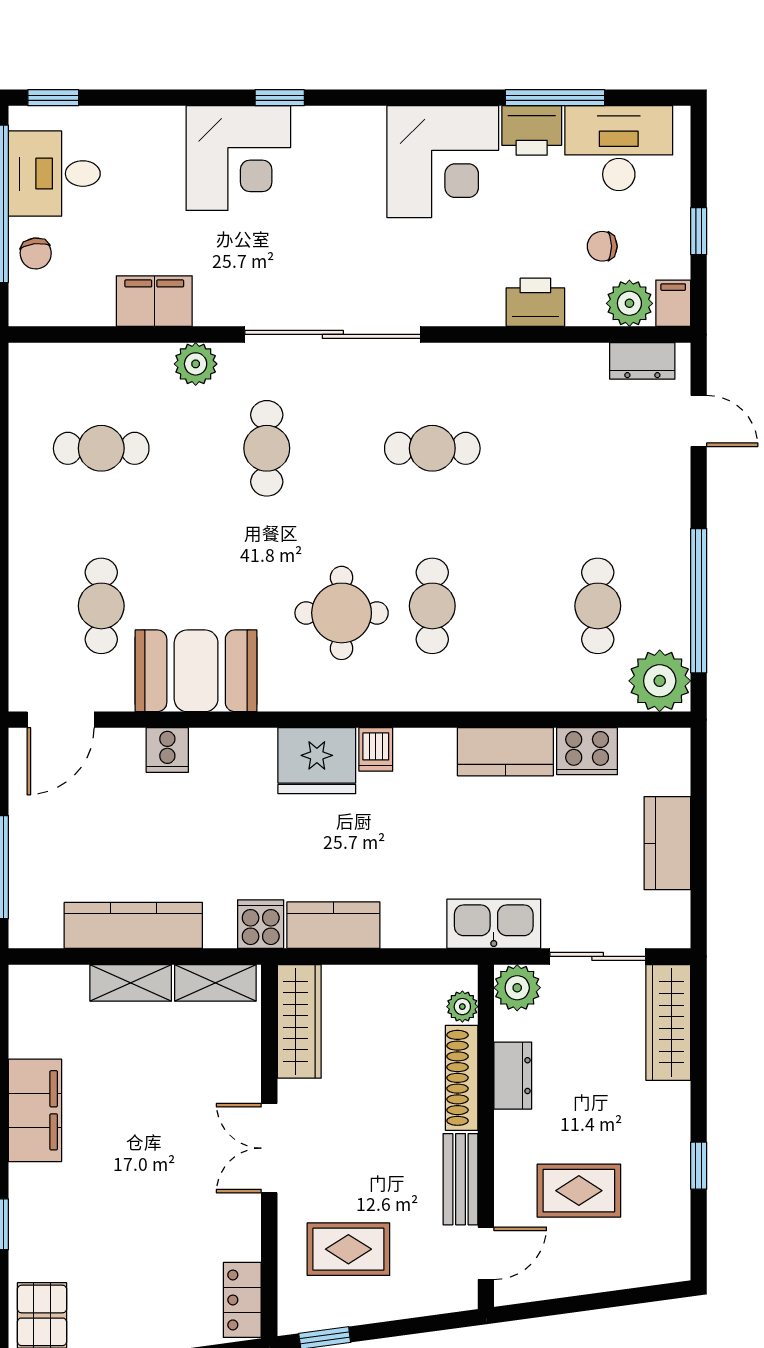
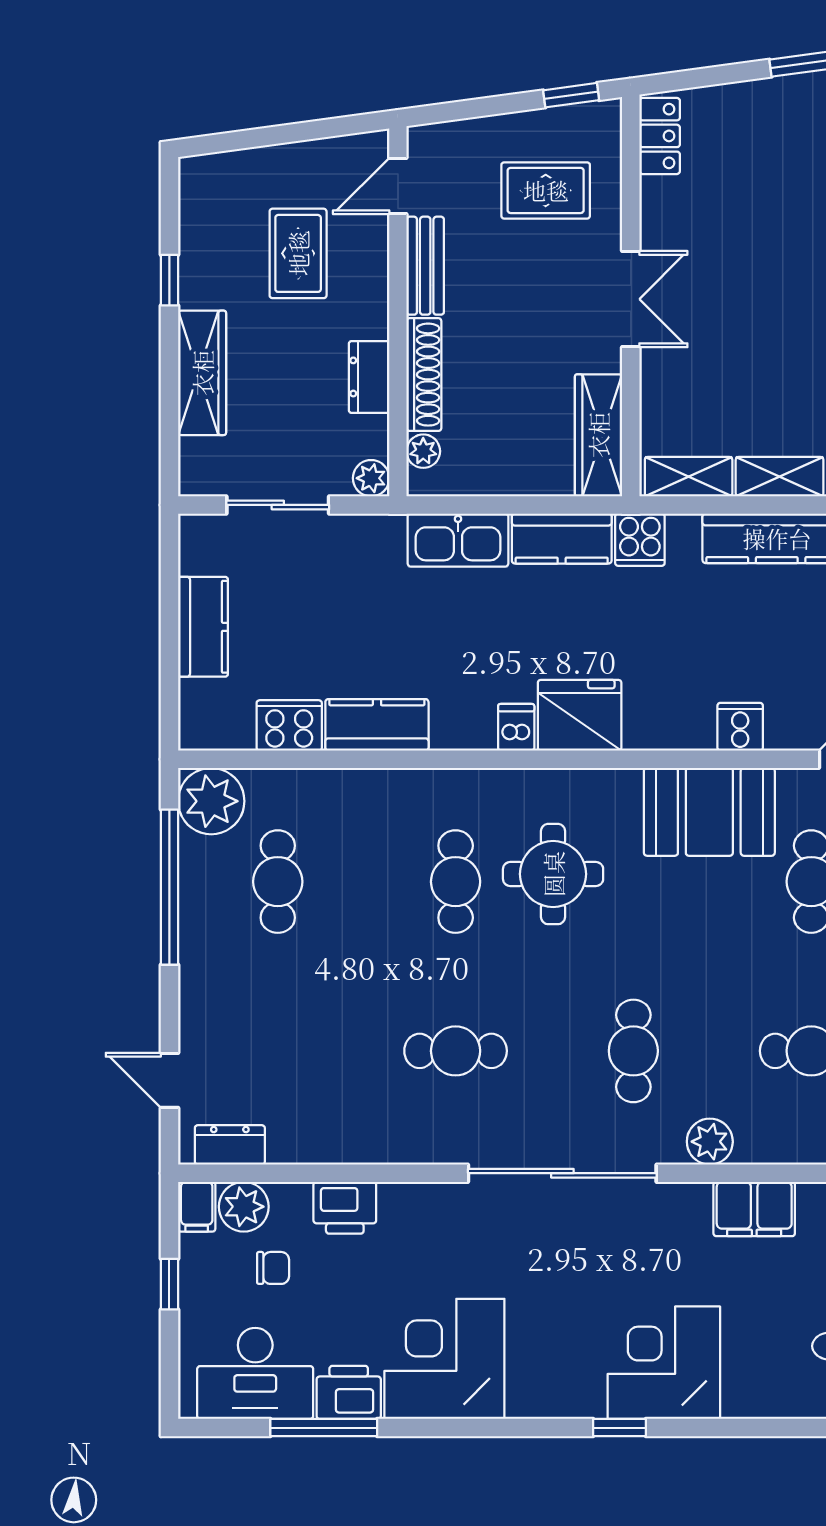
kitchen sink: (494, 924) -> (458, 540), moved
plant: (517, 988) -> (371, 478), width x0.73, depth x0.73
wardrobe: (668, 1022) -> (202, 373), moved
rug: (579, 1191) -> (298, 253), turned 90

